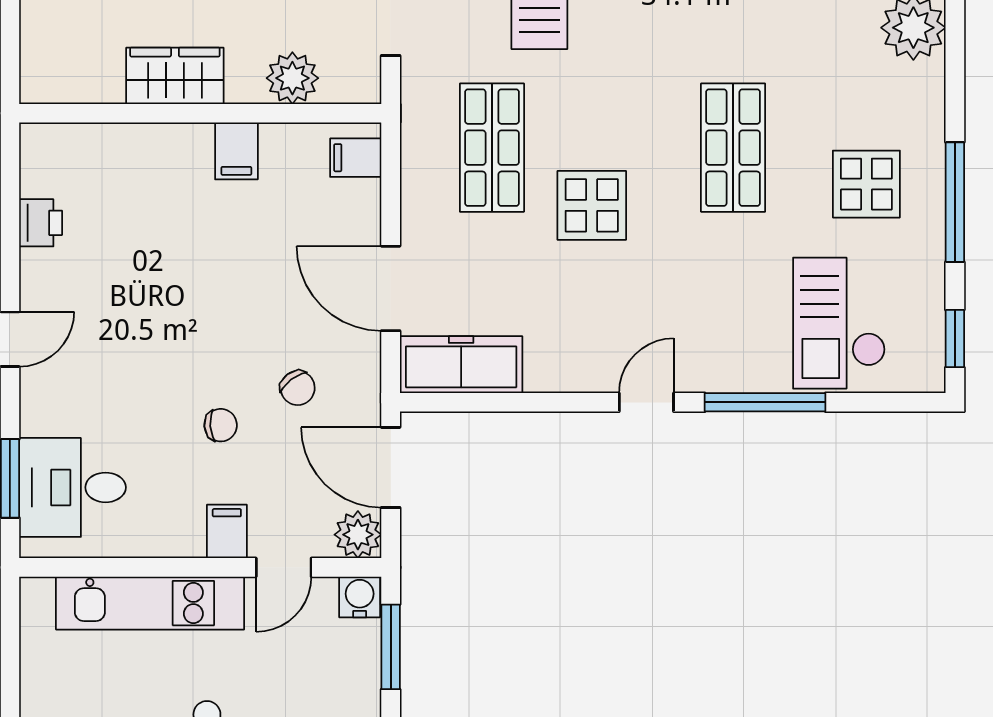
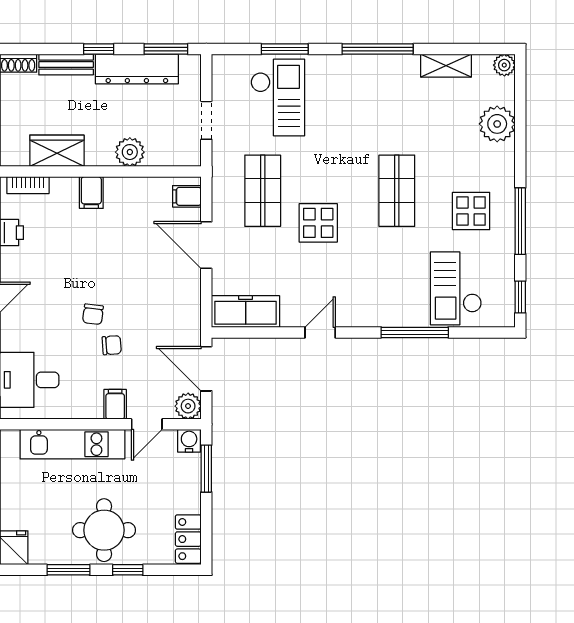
wardrobe: (175, 76) -> (57, 151), moved
plant: (292, 78) -> (130, 152), moved
bookcase: (70, 138) -> (28, 185), added
filing cabinet: (236, 151) -> (91, 193), moved
door: (391, 288) -> (206, 245), moved
chair: (298, 388) -> (93, 314), moved, turned 44
door: (646, 402) -> (320, 332), moved

